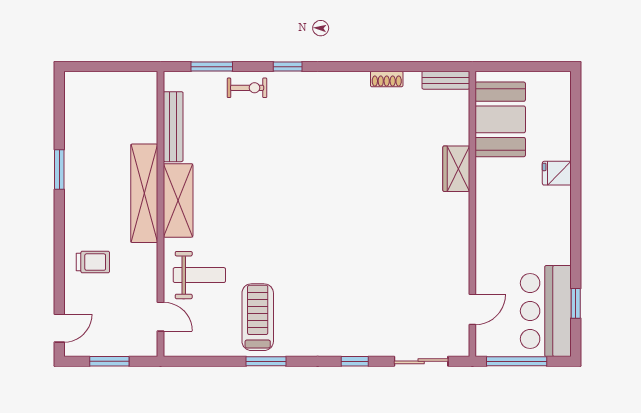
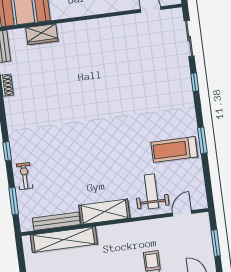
wardrobe: (456, 169) -> (42, 34), moved
shelving: (144, 193) -> (64, 239), moved

